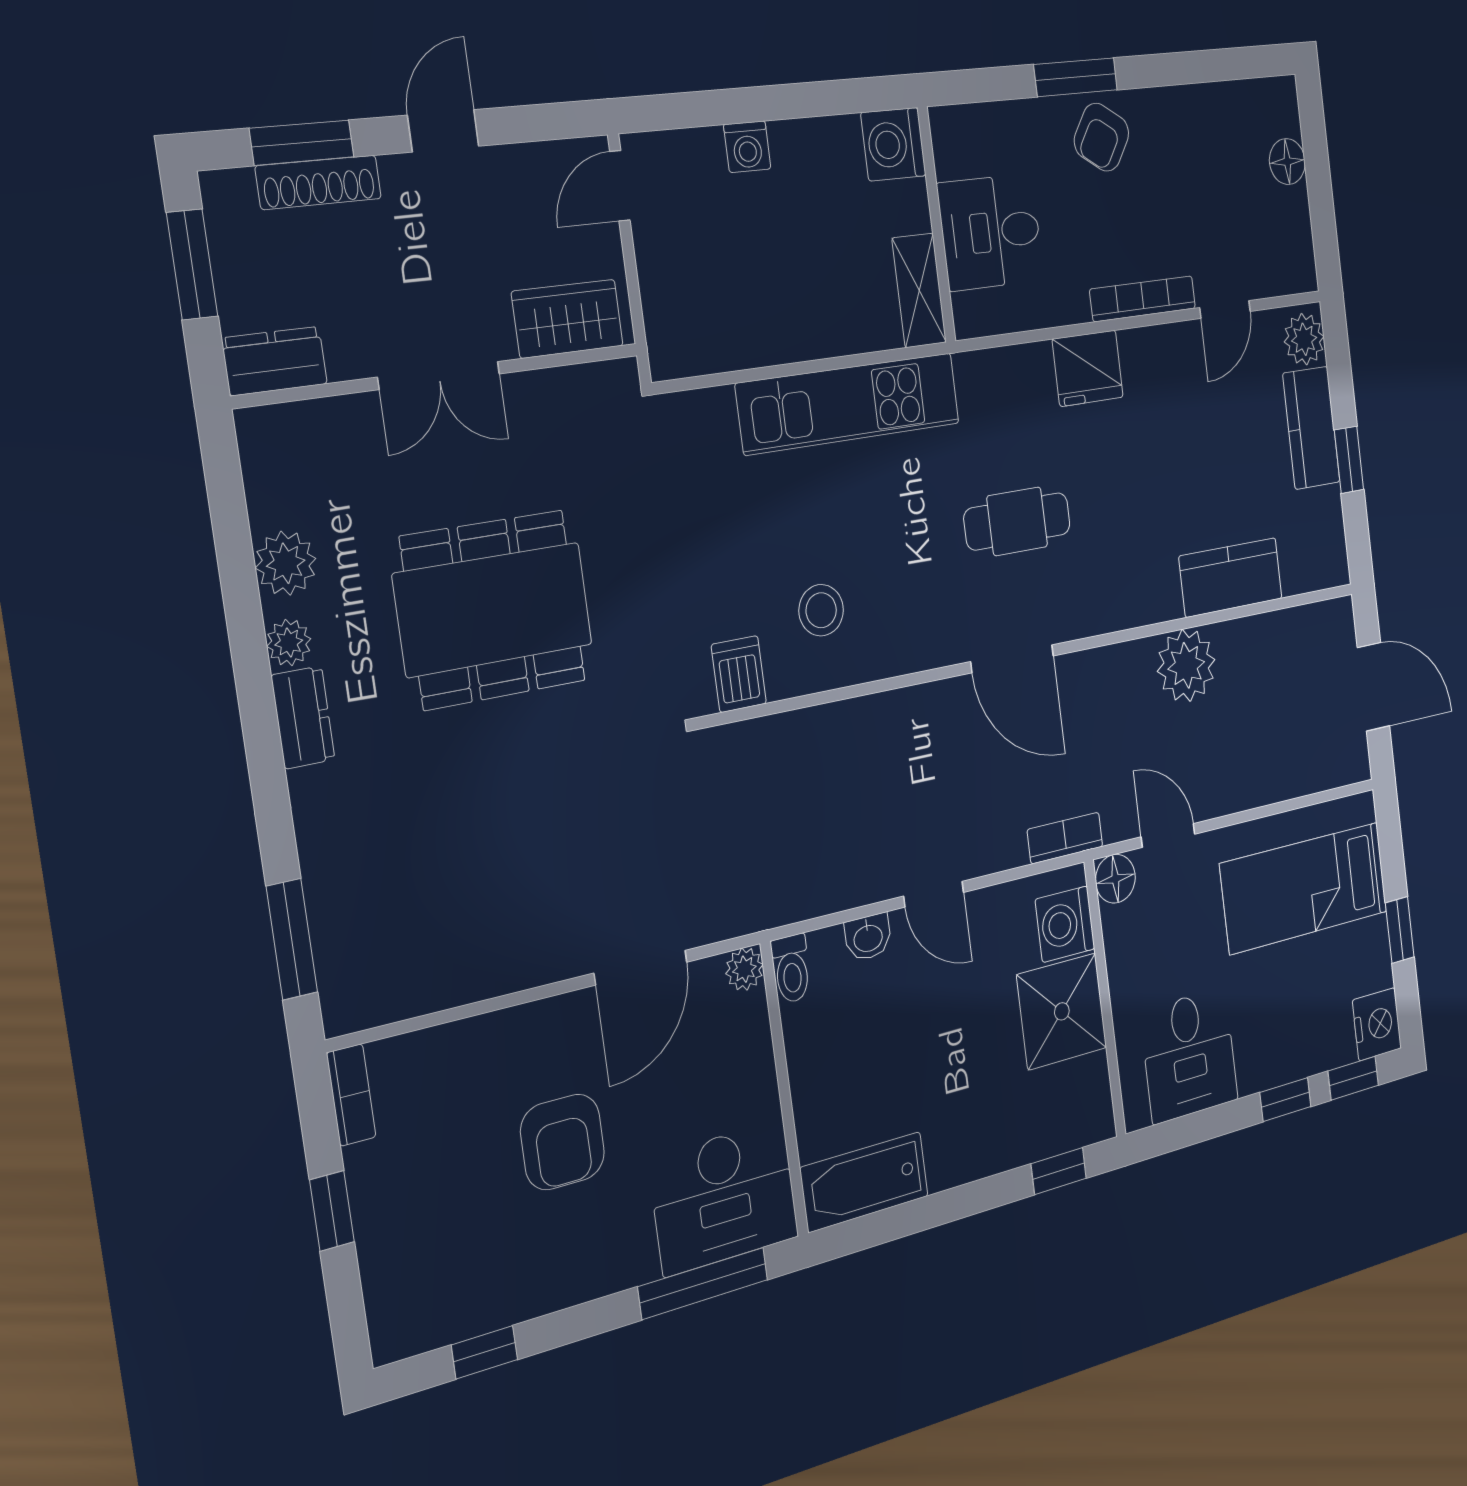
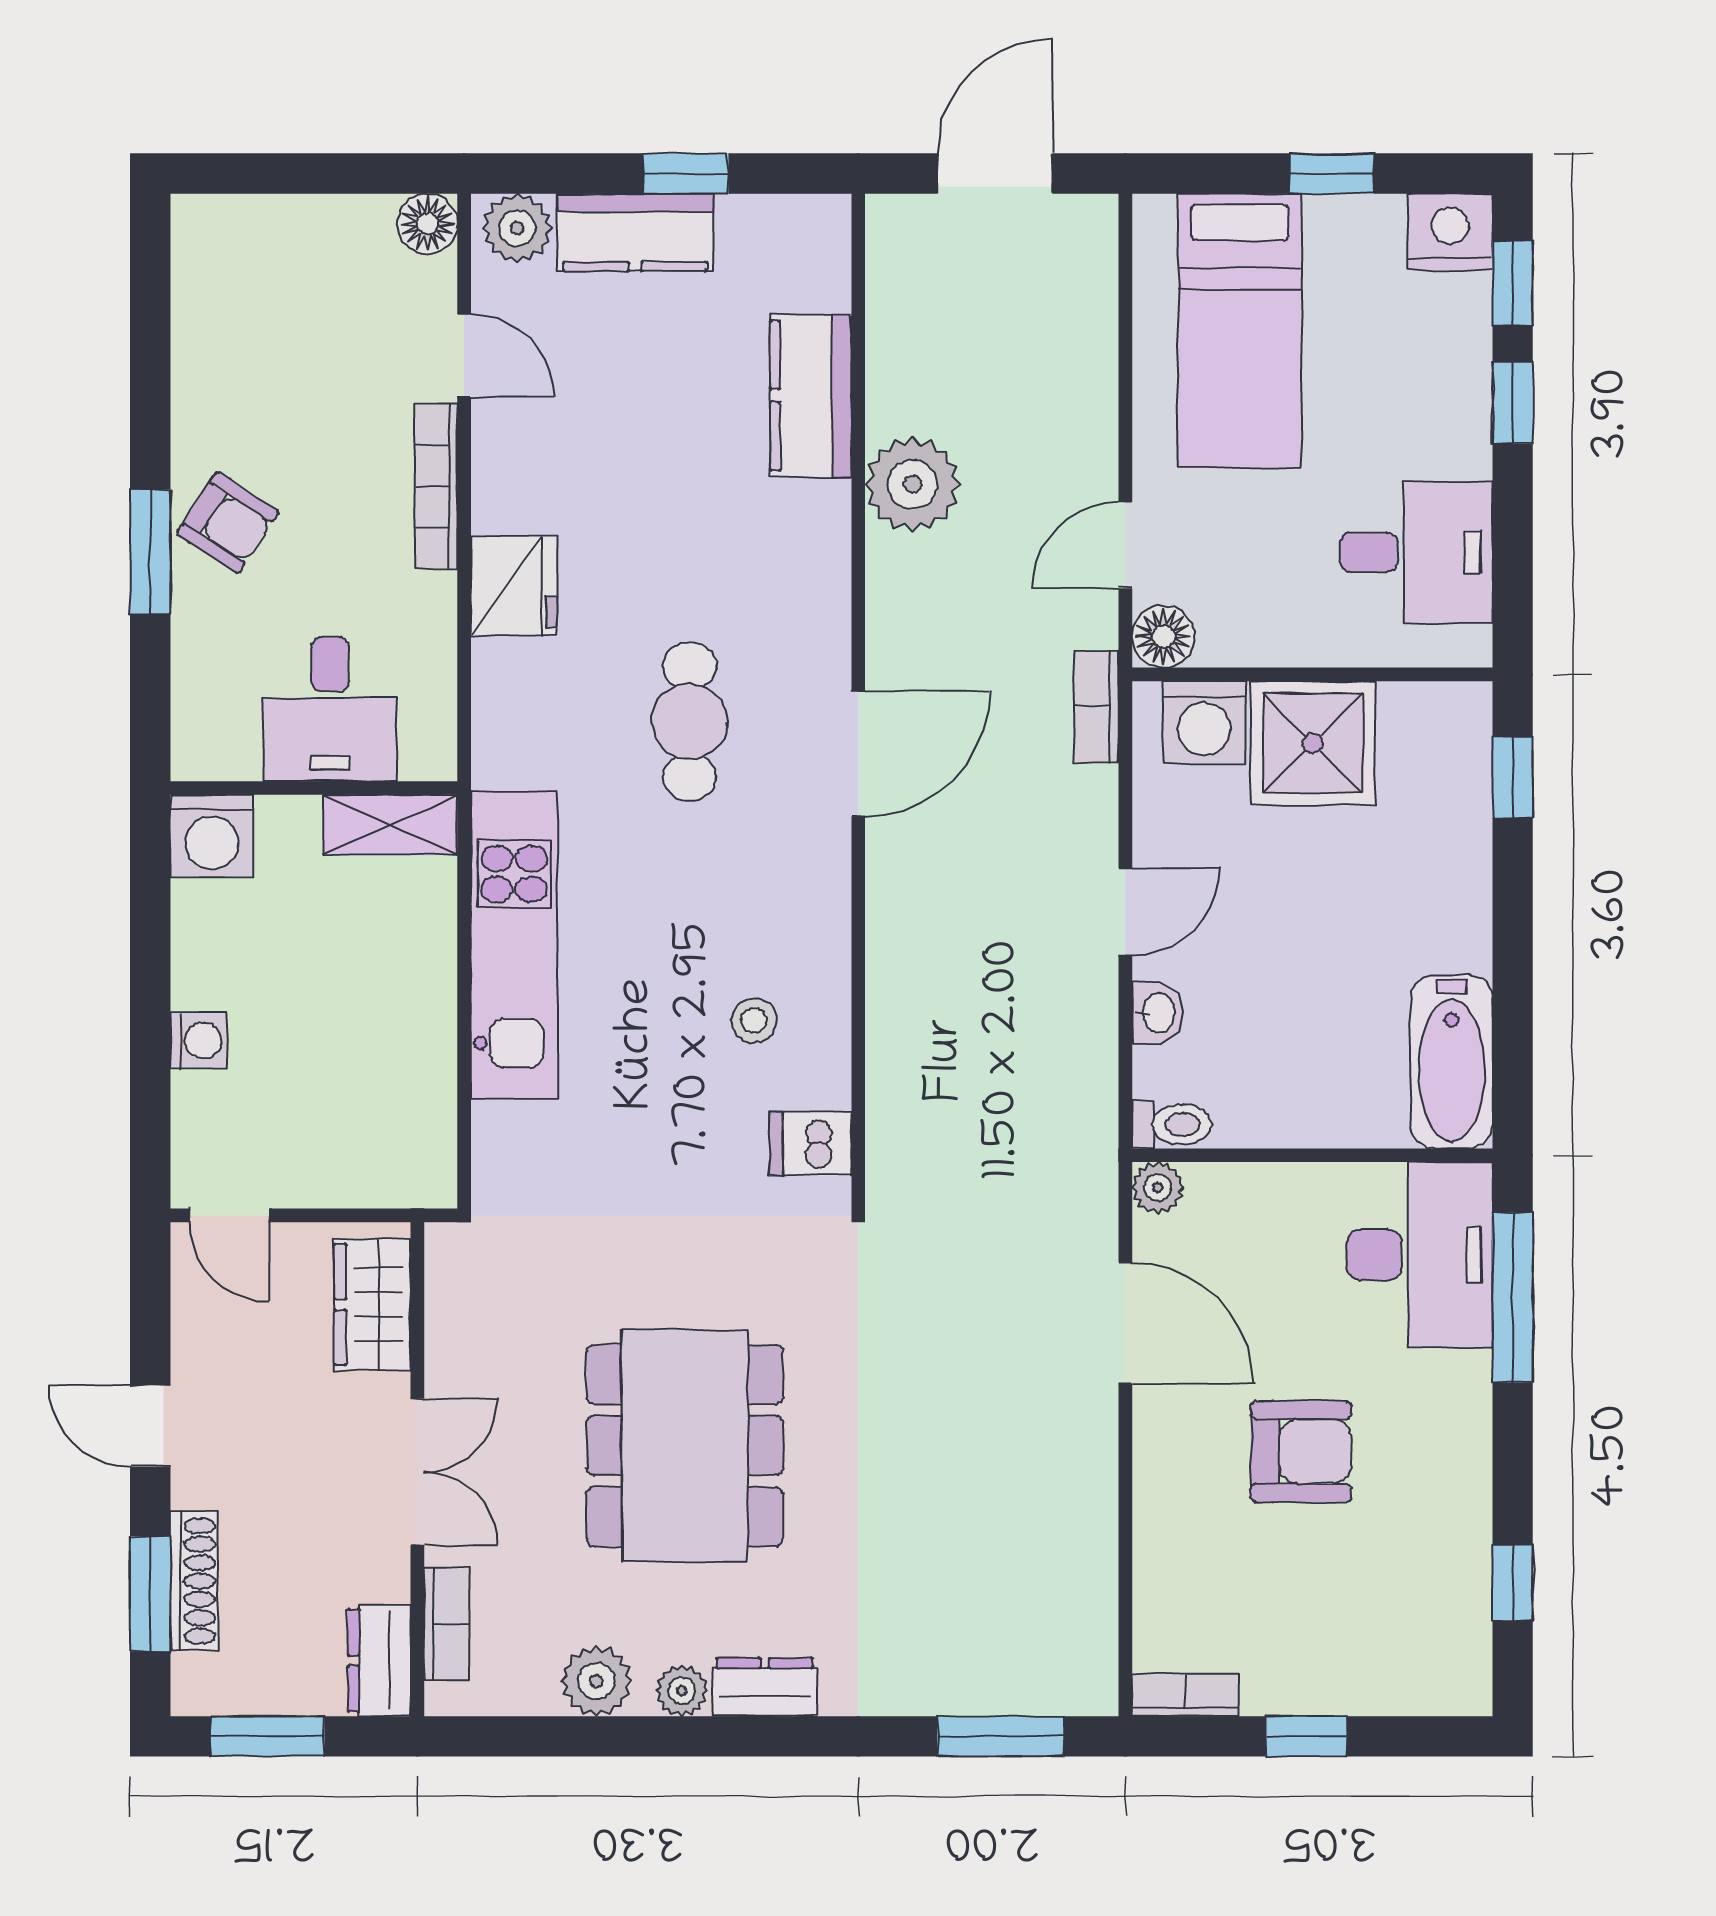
floor lamp: (1287, 162) -> (427, 224), moved
bookcase: (315, 419) -> (447, 1624), added
stool: (821, 610) -> (754, 1020), width x0.73, depth x0.73

